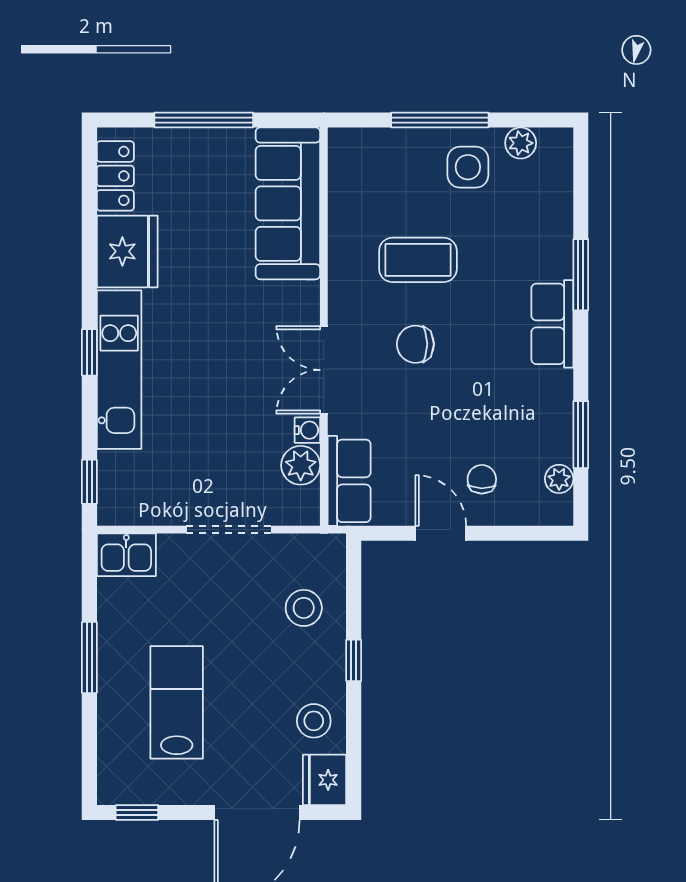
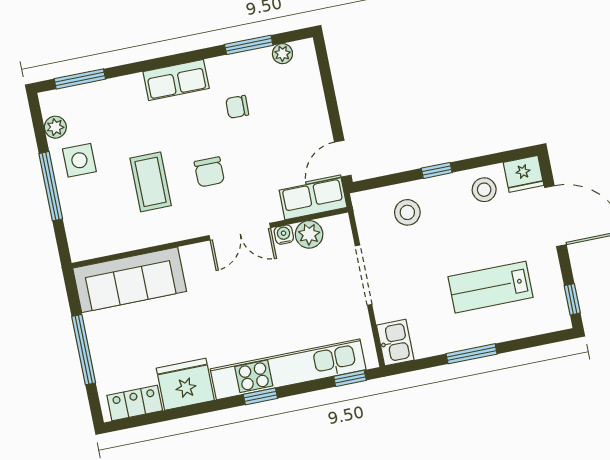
window: (581, 275) -> (80, 79), moved
kitchen unit: (119, 370) -> (288, 369), width x1.36
chair: (482, 479) -> (237, 107), moved
door: (441, 533) -> (343, 159), moved

